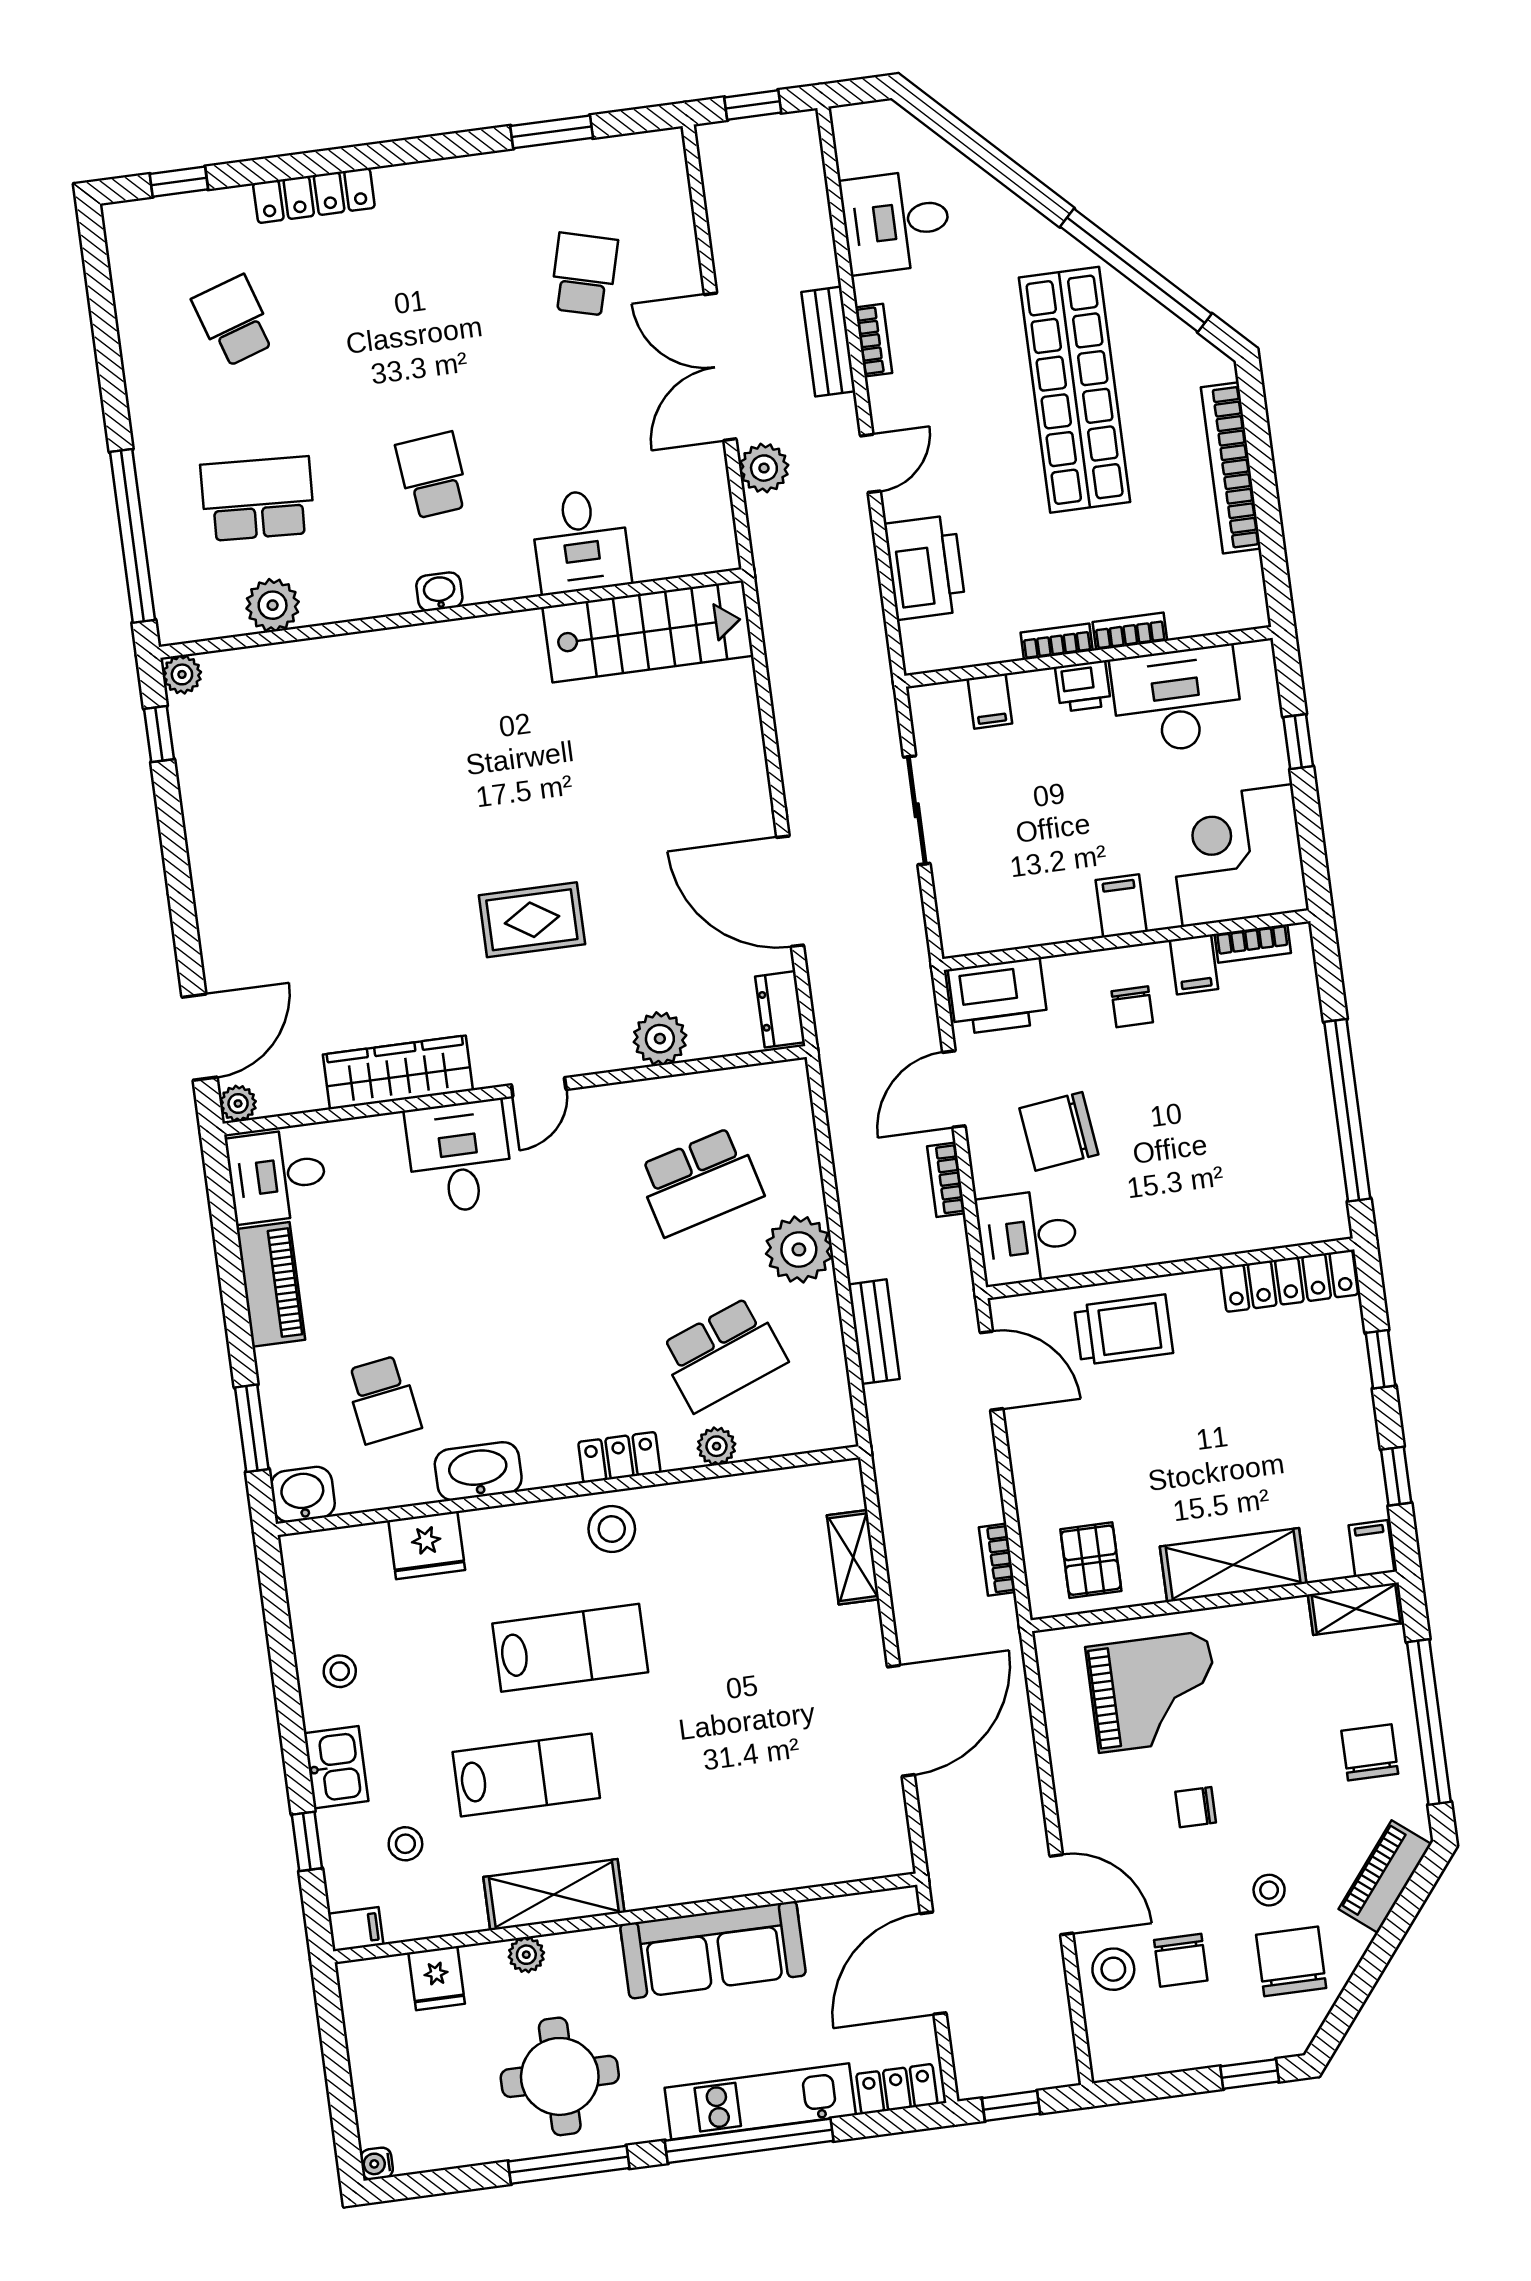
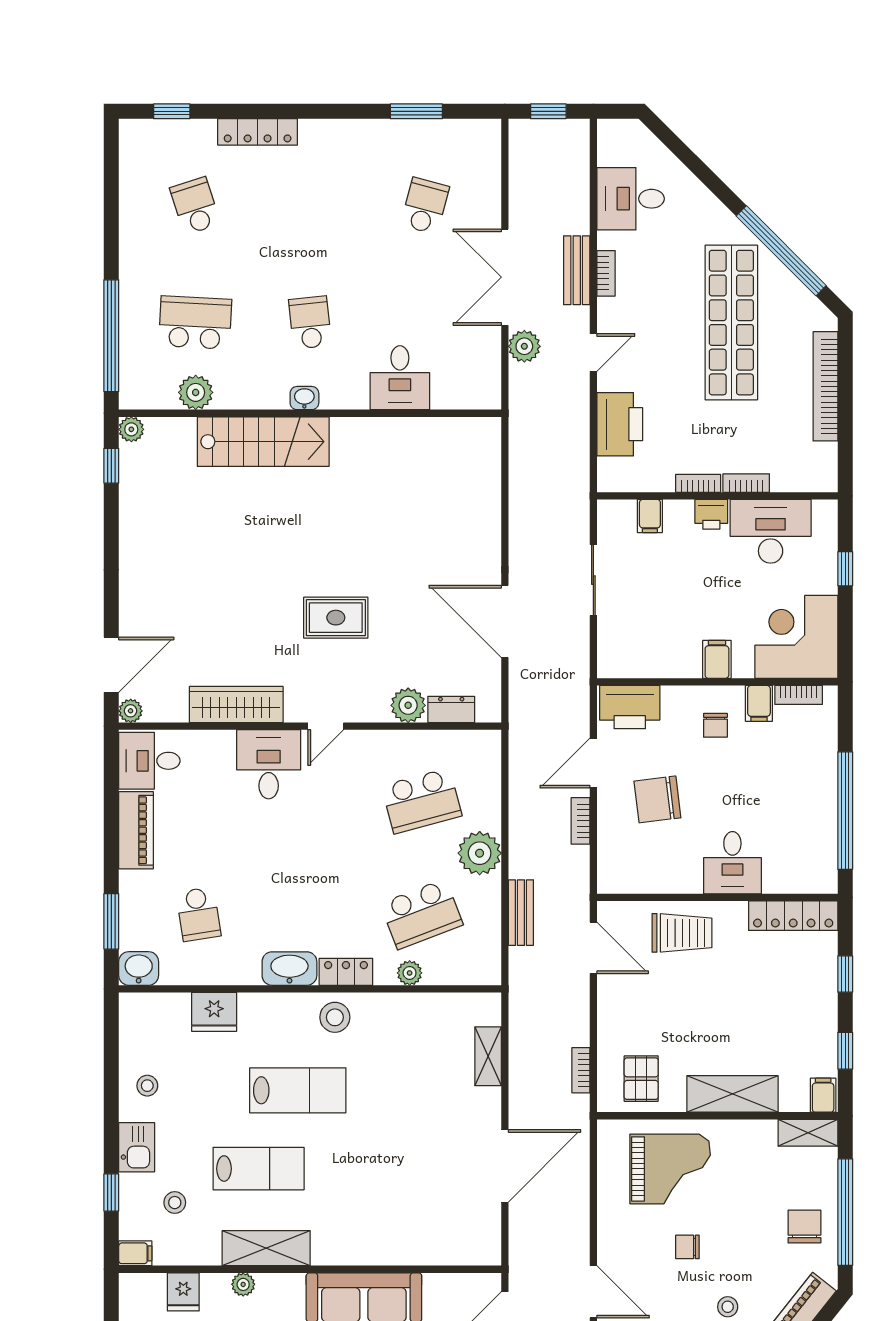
stairs: (648, 631) -> (263, 442), moved
dresser: (780, 1009) -> (451, 709), moved, turned 90
desk: (1027, 1237) -> (732, 863), moved, turned -90
washbasin: (478, 1471) -> (289, 969), moved

